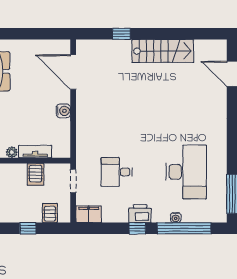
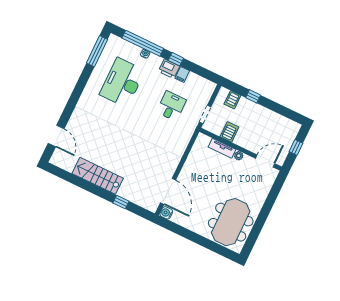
water cooler: (63, 111) -> (166, 213), moved
desk: (117, 172) -> (171, 106), turned -90
filing cabinet: (89, 214) -> (182, 75), moved, width x0.50

